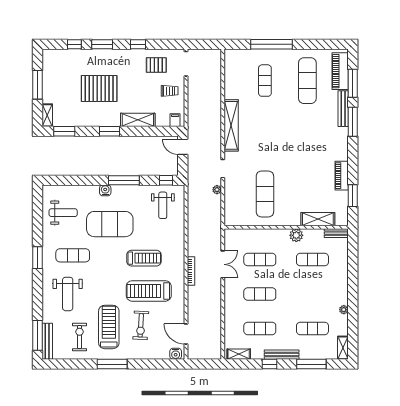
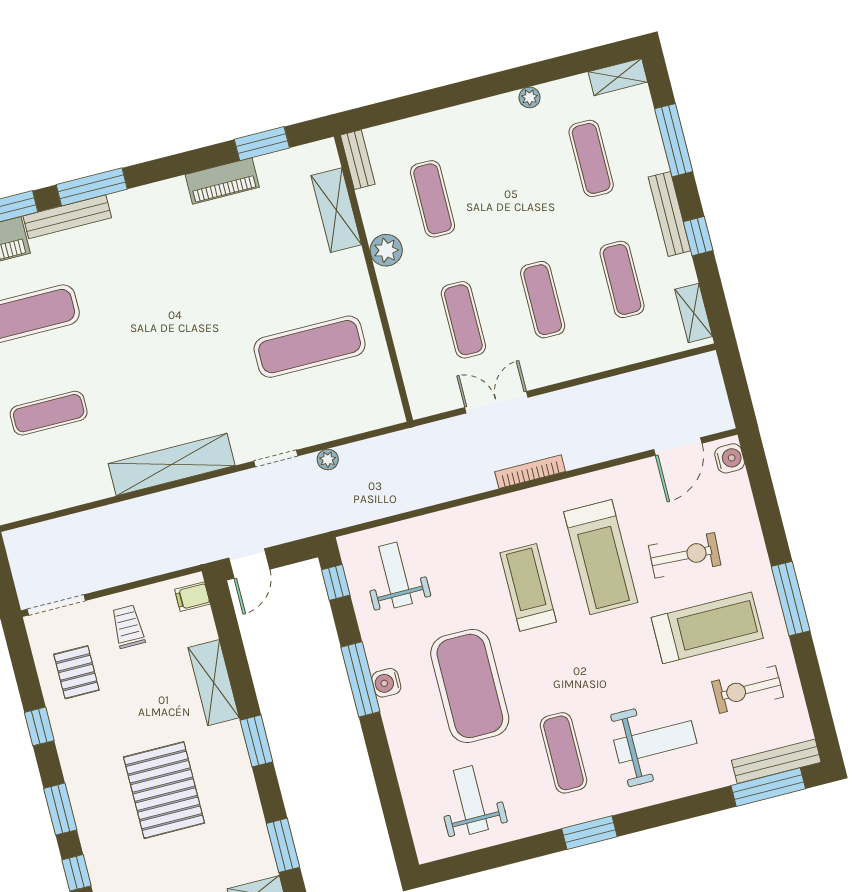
water cooler: (105, 190) -> (386, 683), moved
weight bench: (163, 205) -> (396, 575), turned -90
treadmill: (109, 327) -> (707, 628), turned 180

